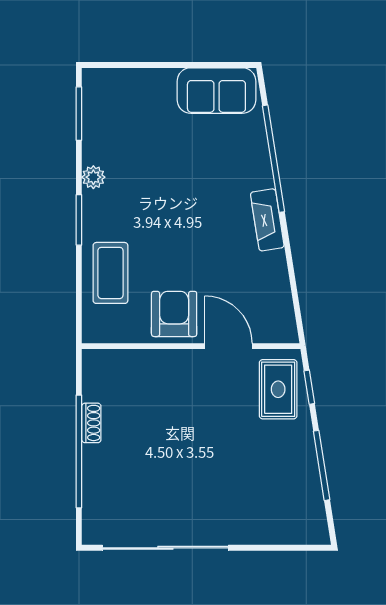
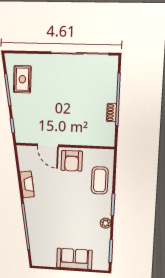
sofa: (216, 91) -> (74, 259), moved
fireplace: (267, 220) -> (27, 184), moved
rug: (278, 389) -> (22, 79), moved

